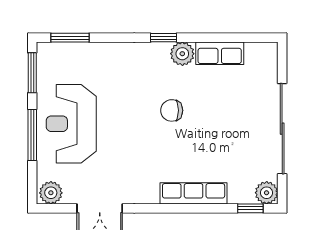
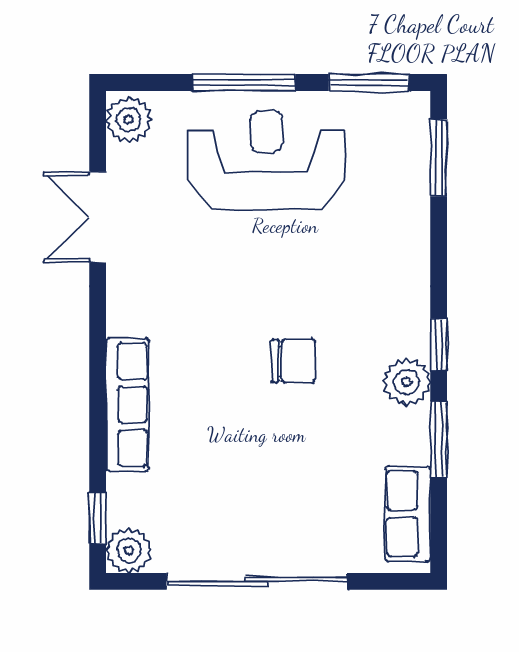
window: (211, 38) -> (439, 439), added
row of seats: (220, 53) -> (408, 514), moved
chair: (172, 110) -> (293, 361), turned 90

